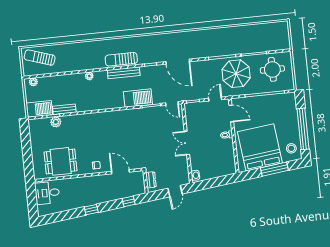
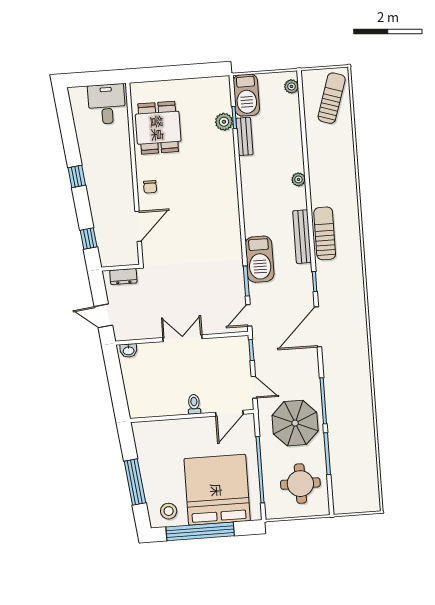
bed: (260, 147) -> (217, 490), moved, turned -83

